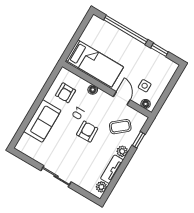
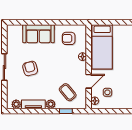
armchair: (87, 131) -> (30, 68), moved, turned -103

